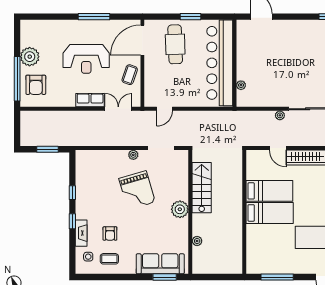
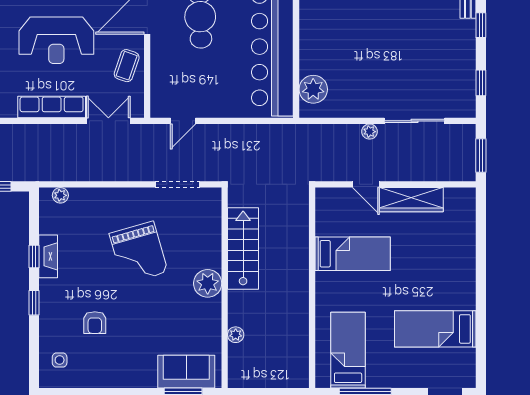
plant: (241, 85) -> (313, 89), width x1.87, depth x1.87
row of seats: (90, 100) -> (52, 107), width x1.48
plant: (133, 155) -> (60, 195), moved
bed: (270, 213) -> (348, 350), moved, turned -90
fireplace: (81, 233) -> (48, 256), moved
coffee table: (109, 259) -> (94, 363), removed
sofa: (160, 264) -> (186, 372), width x0.73

